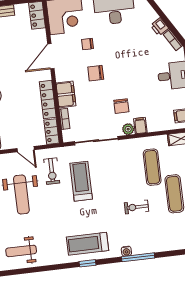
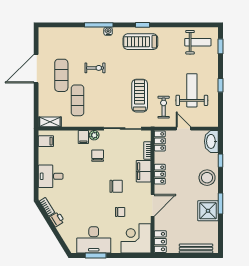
locker: (48, 100) -> (160, 174), width x0.66
treadmill: (81, 181) -> (140, 96), turned 180
treadmill: (88, 244) -> (140, 42), turned 180

